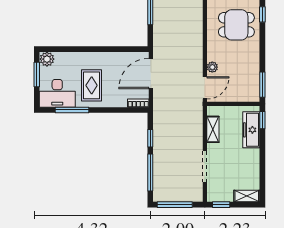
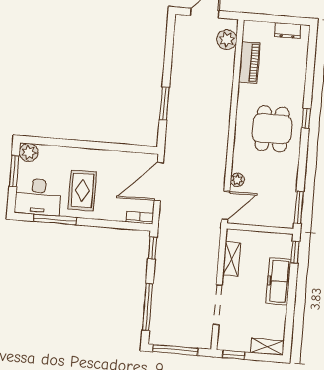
dining table: (236, 25) -> (272, 129), turned 90
freezer: (251, 130) -> (278, 281), moved
window: (150, 138) -> (152, 248), moved

